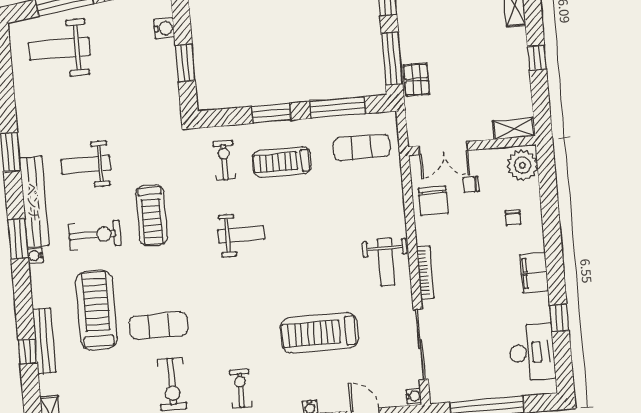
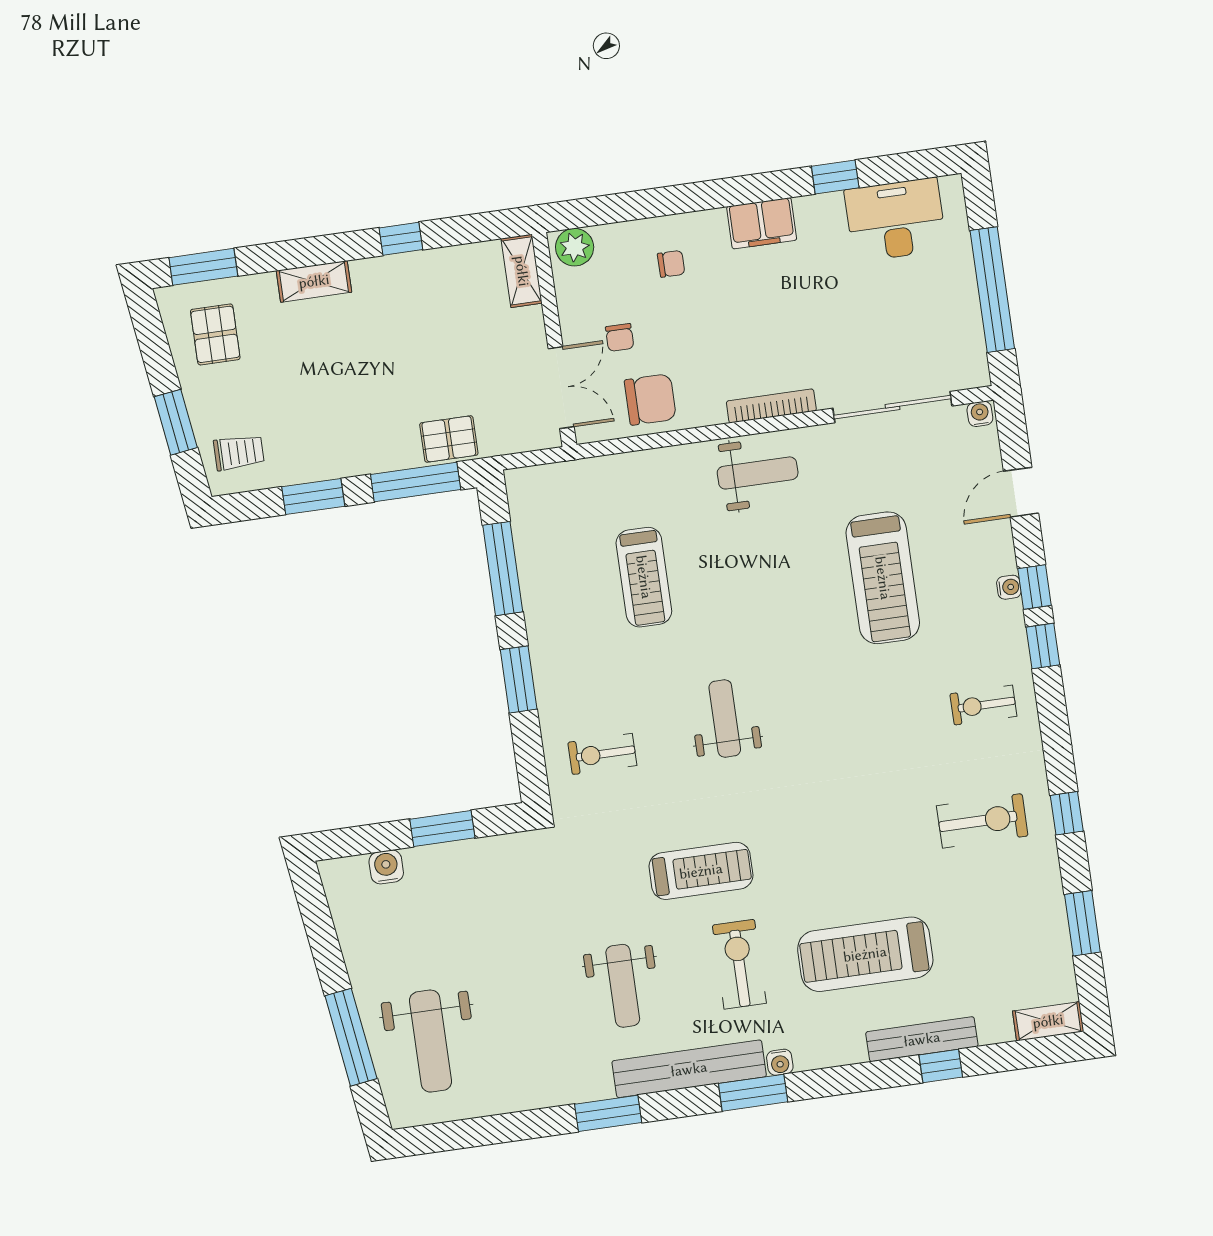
exercise mat: (362, 147) -> (568, 525), removed
treadmill: (282, 162) -> (644, 577), moved
plant: (522, 165) -> (575, 247), width x0.73, depth x0.73
exercise mat: (159, 326) -> (886, 848), removed

